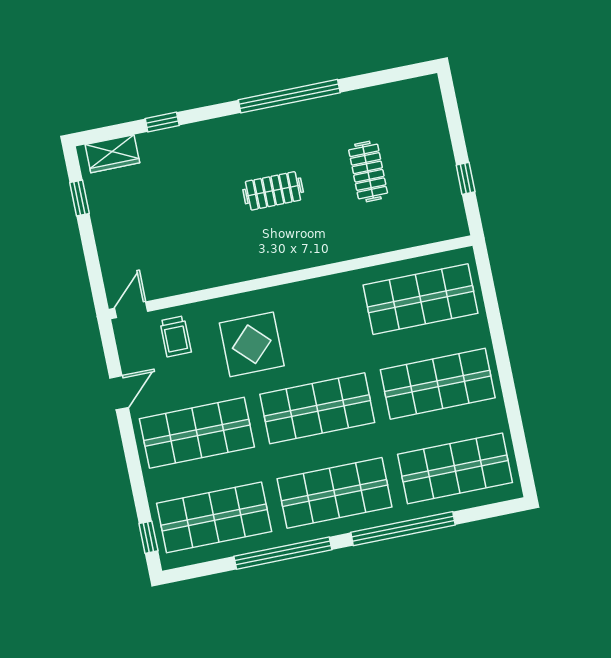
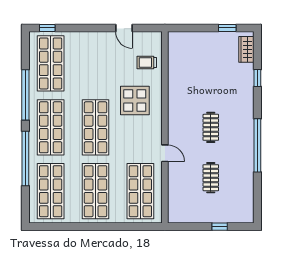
clothes rail: (368, 172) -> (211, 178), turned 90
window: (466, 178) -> (220, 227), moved
door: (131, 310) -> (165, 153), moved
shop shelf: (197, 433) -> (96, 63), removed

